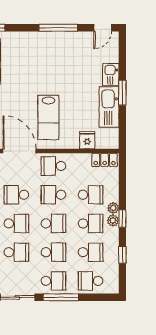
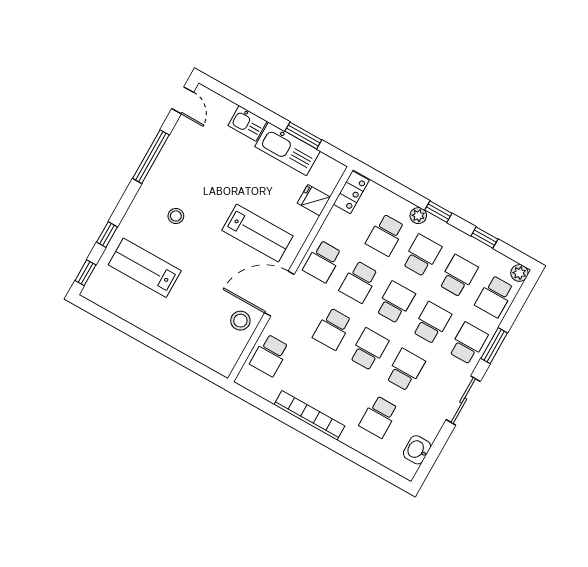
stool: (31, 63) -> (176, 216), added
window: (122, 93) -> (303, 135), moved
school desk: (91, 195) -> (385, 235), turned 180
plant: (113, 220) -> (519, 273), moved
window: (61, 297) -> (494, 346), width x0.69

